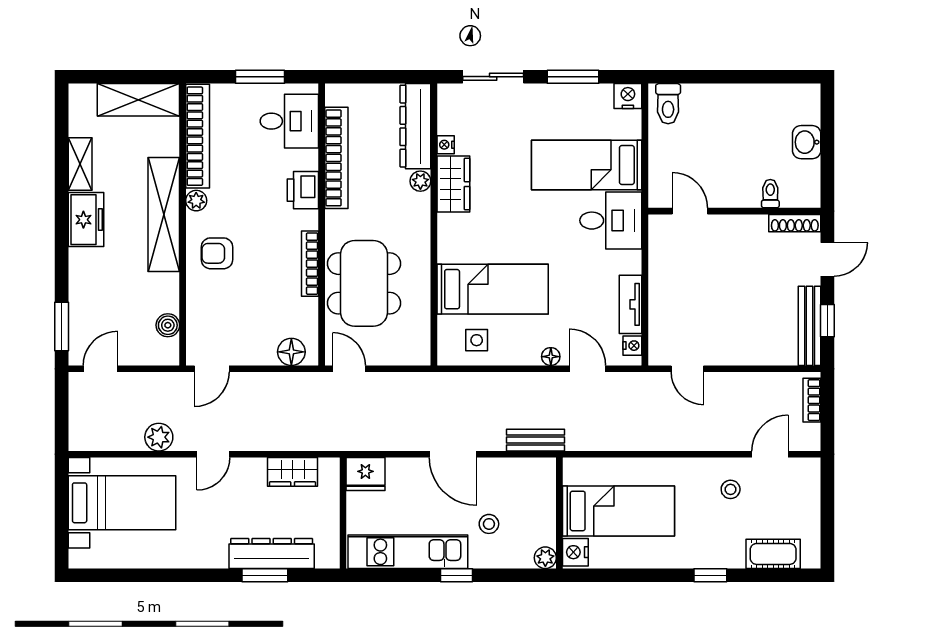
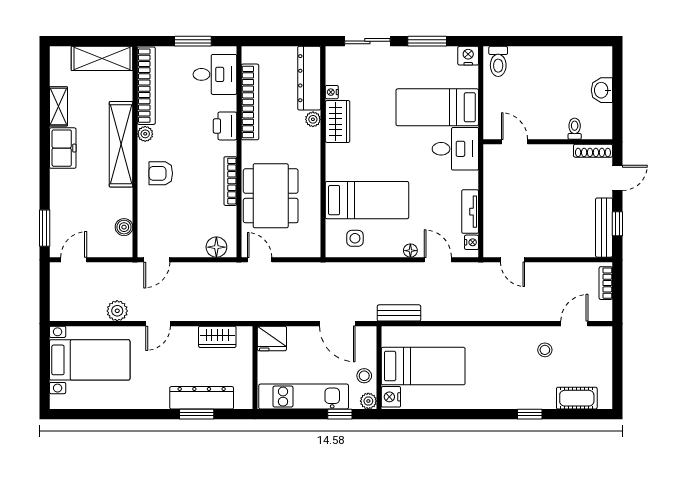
bed: (619, 511) -> (423, 366), moved
wall: (559, 513) -> (379, 368), moved
nightstand: (575, 552) -> (391, 397), moved
plant: (545, 558) -> (368, 401), moved

